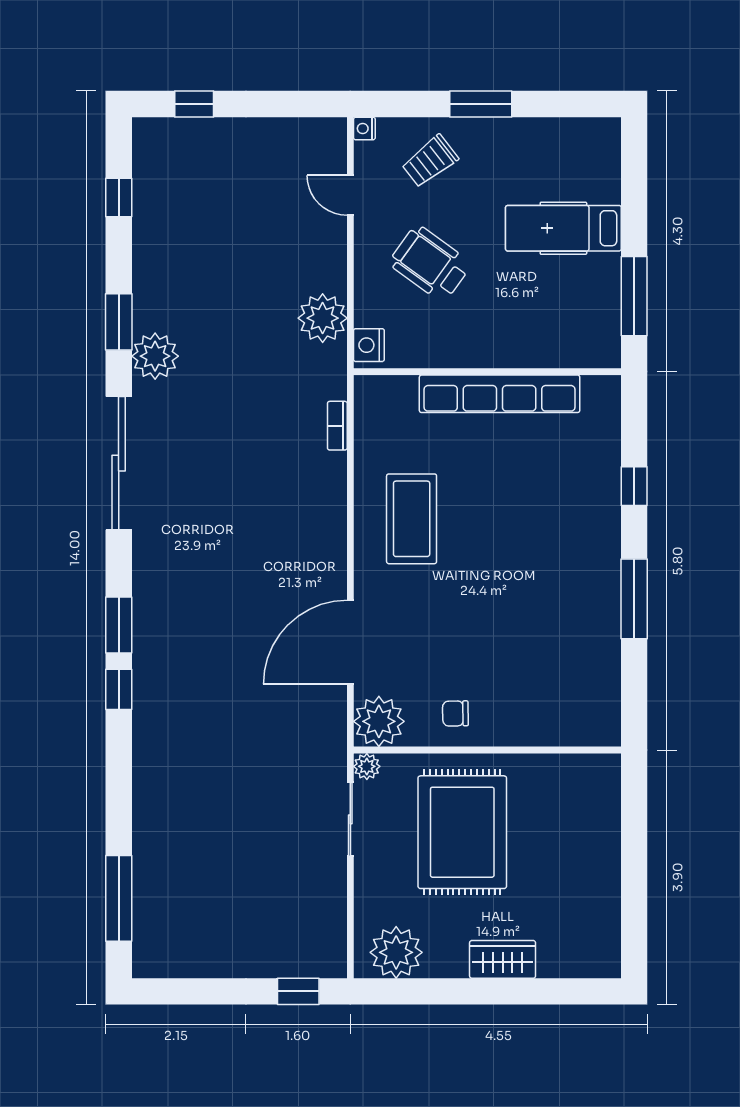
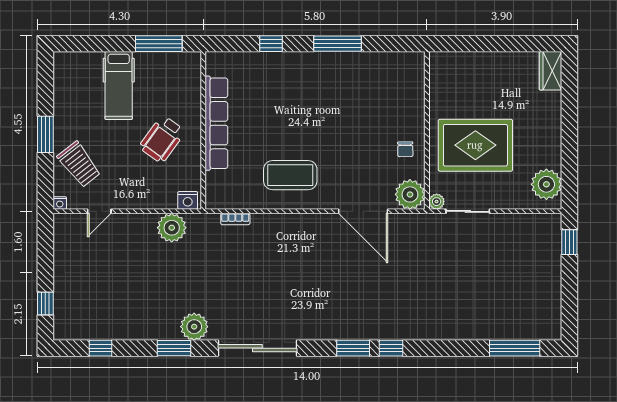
trolley: (430, 161) -> (79, 164), width x1.36, depth x1.39
wheelchair: (430, 263) -> (162, 139), moved
wardrobe: (503, 959) -> (551, 71), moved

